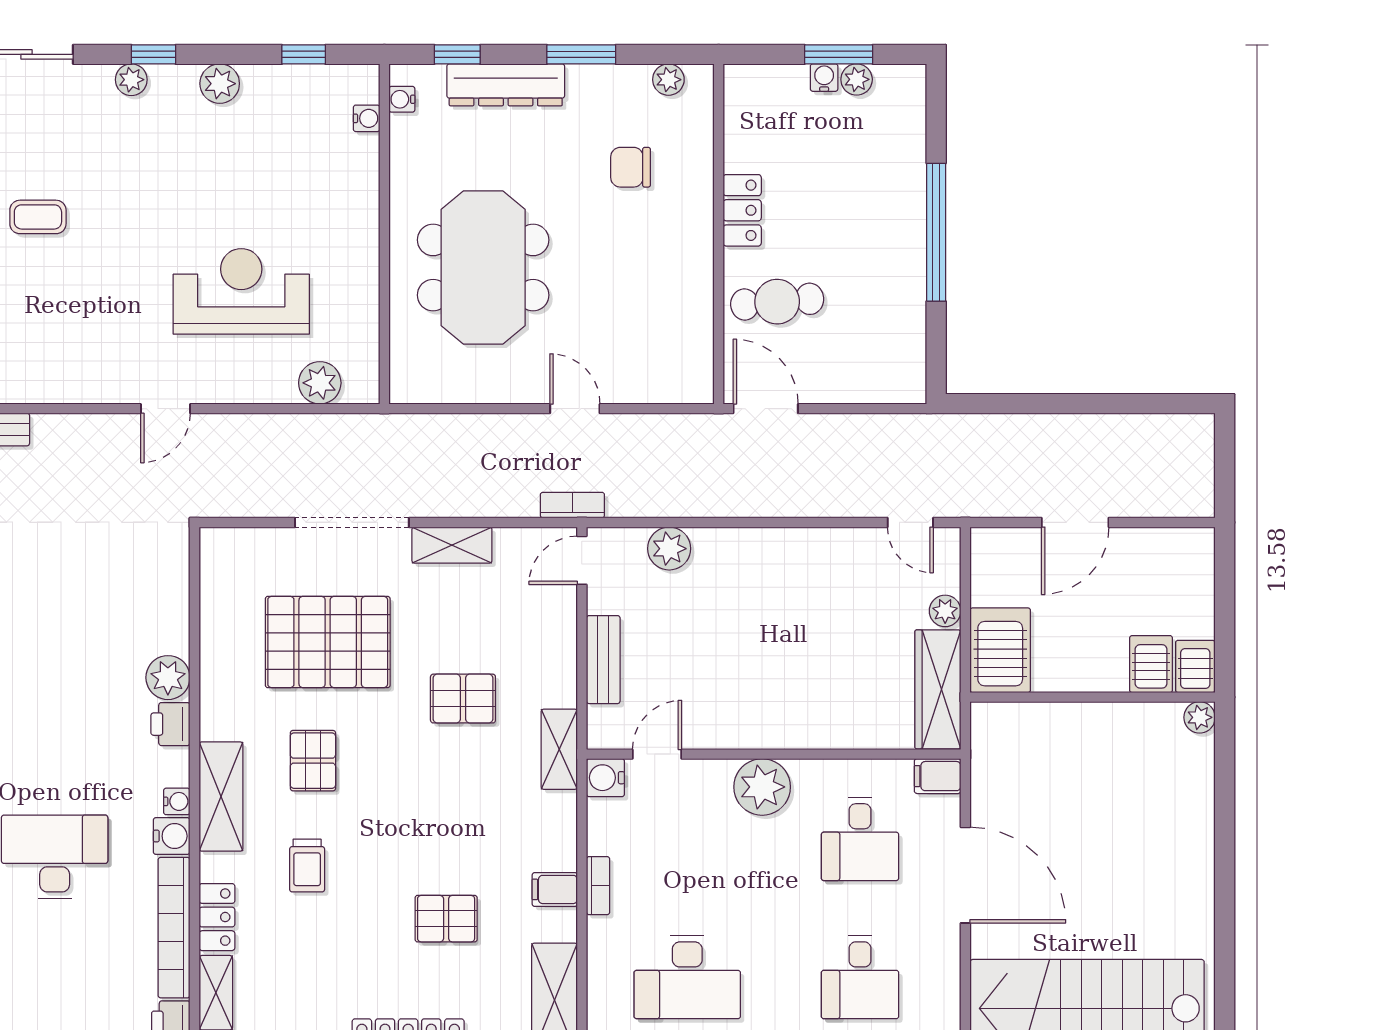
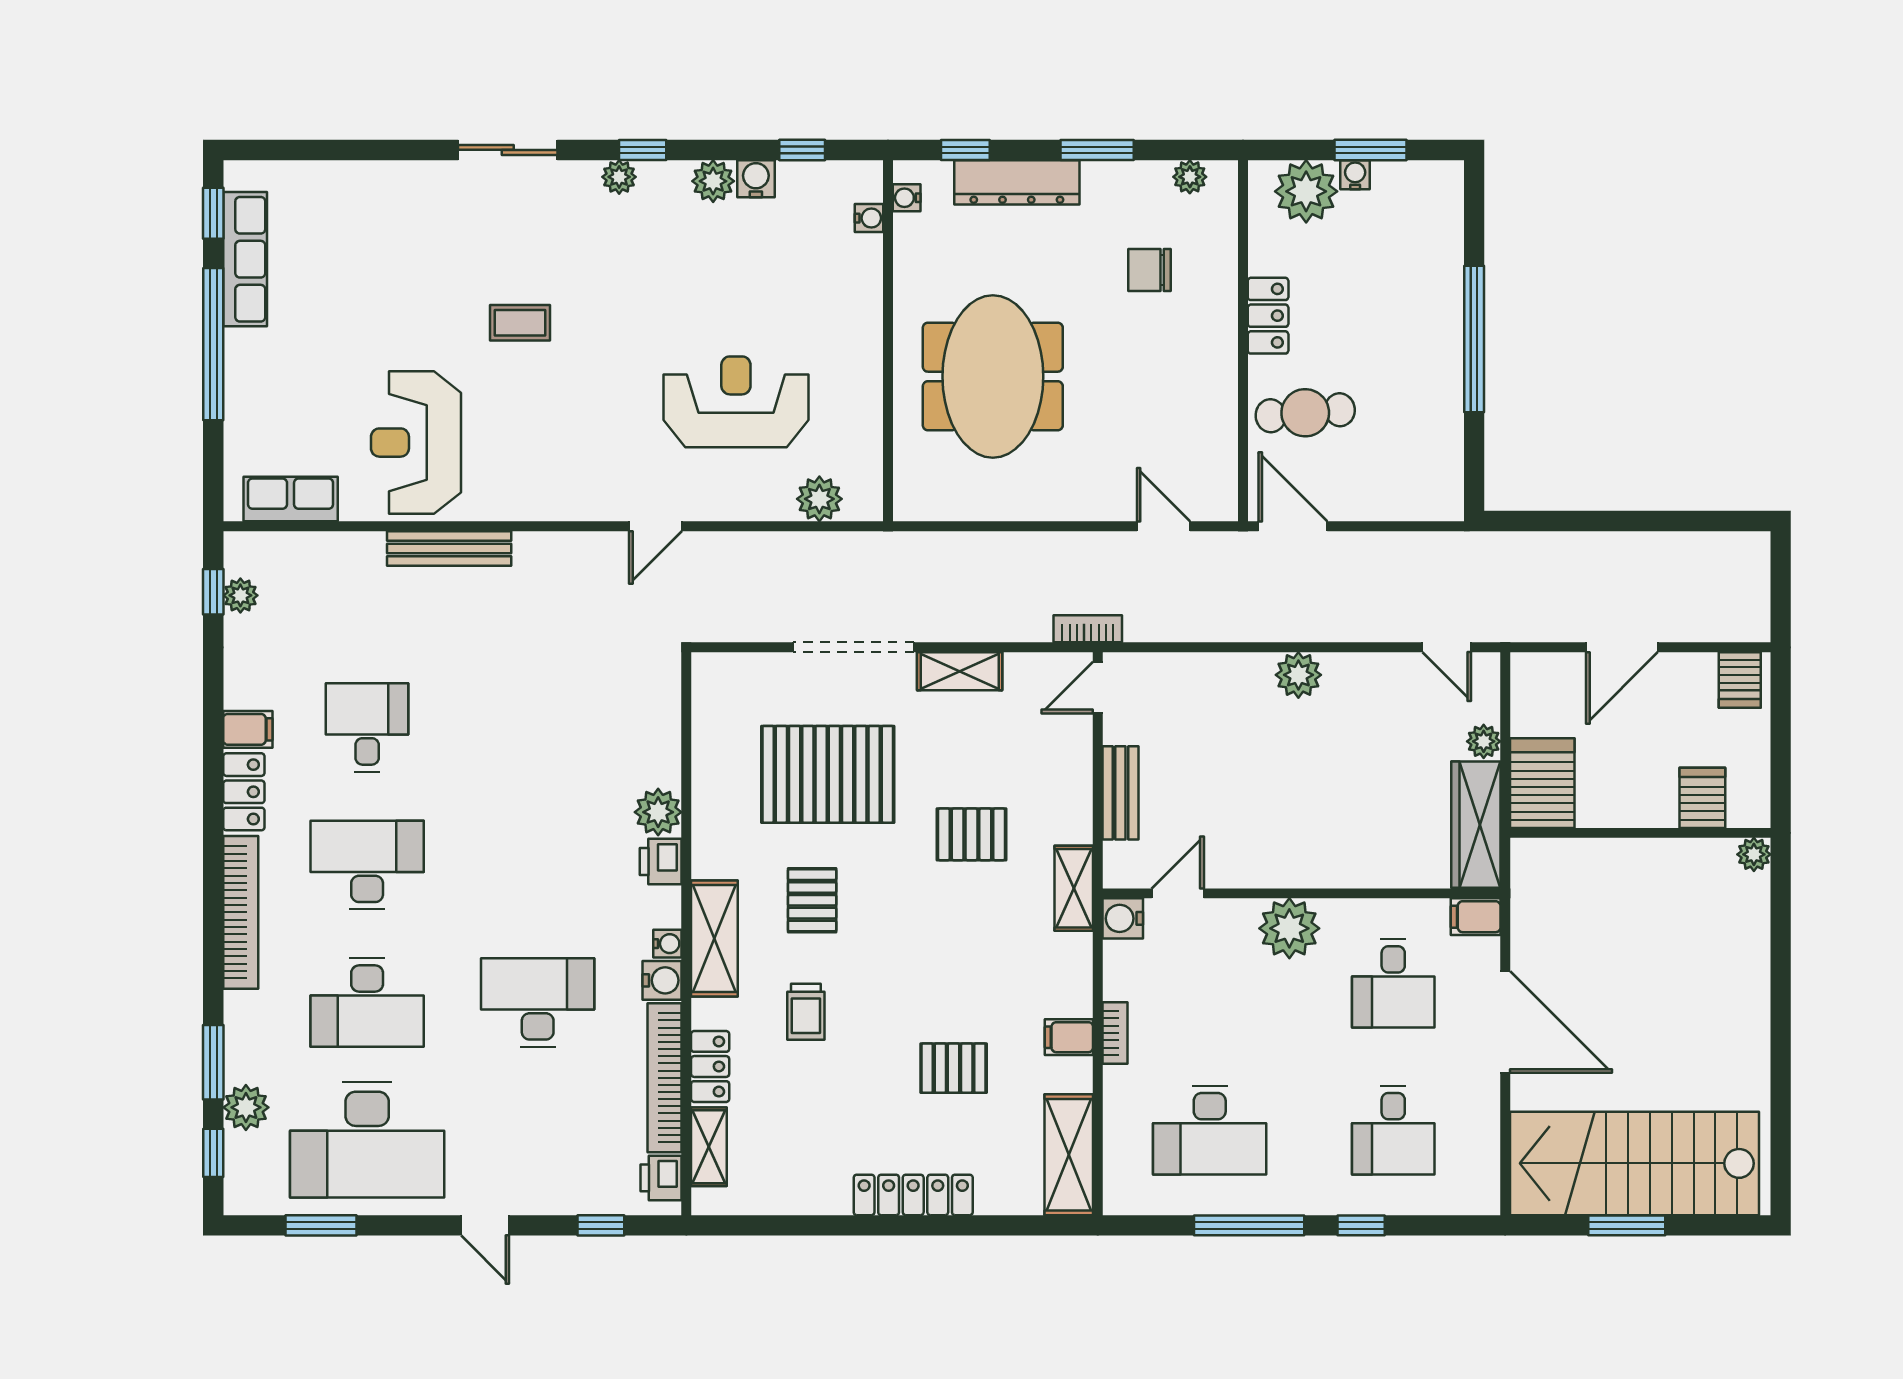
plant: (857, 79) -> (1306, 191), moved, width x1.87, depth x1.87
water cooler: (260, 81) -> (756, 179), added
door: (575, 409) -> (1164, 526), moved
plant: (669, 549) -> (1298, 675), moved
server rack: (1195, 666) -> (1740, 680), moved, turned 180

